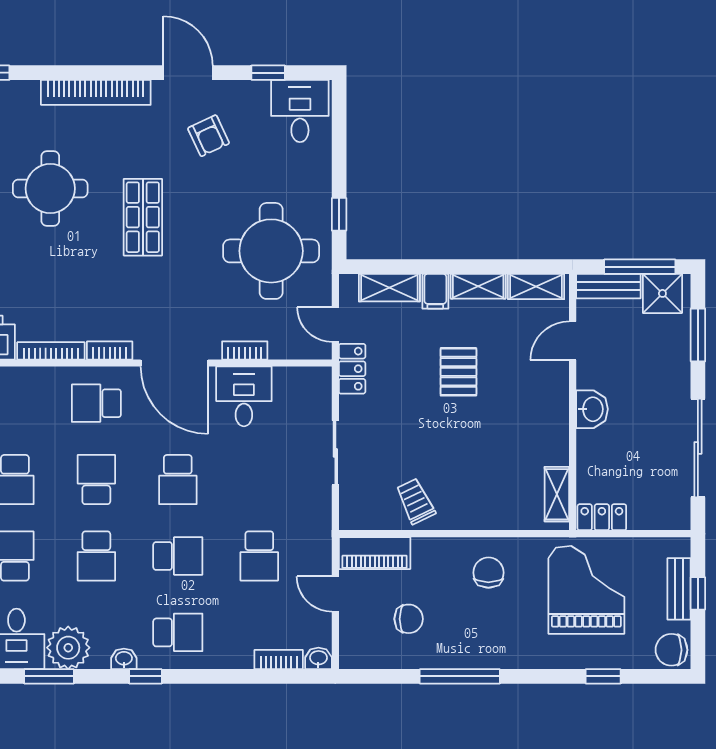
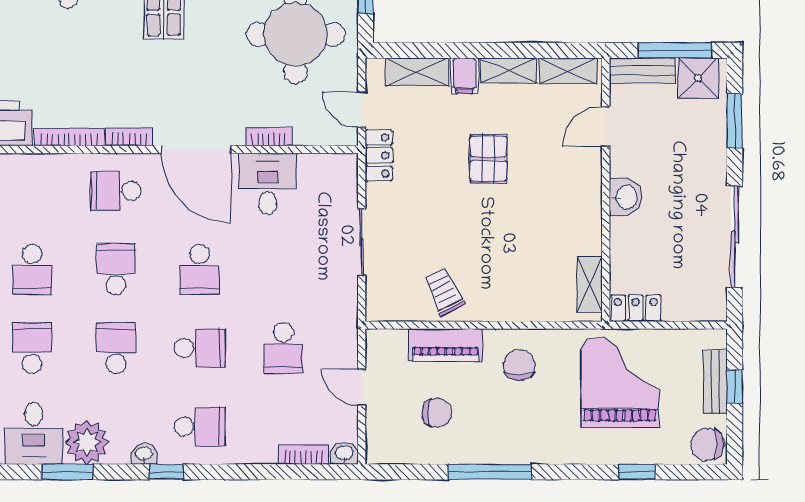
piano: (375, 553) -> (446, 345), moved
school desk: (96, 556) -> (116, 348), turned 180

